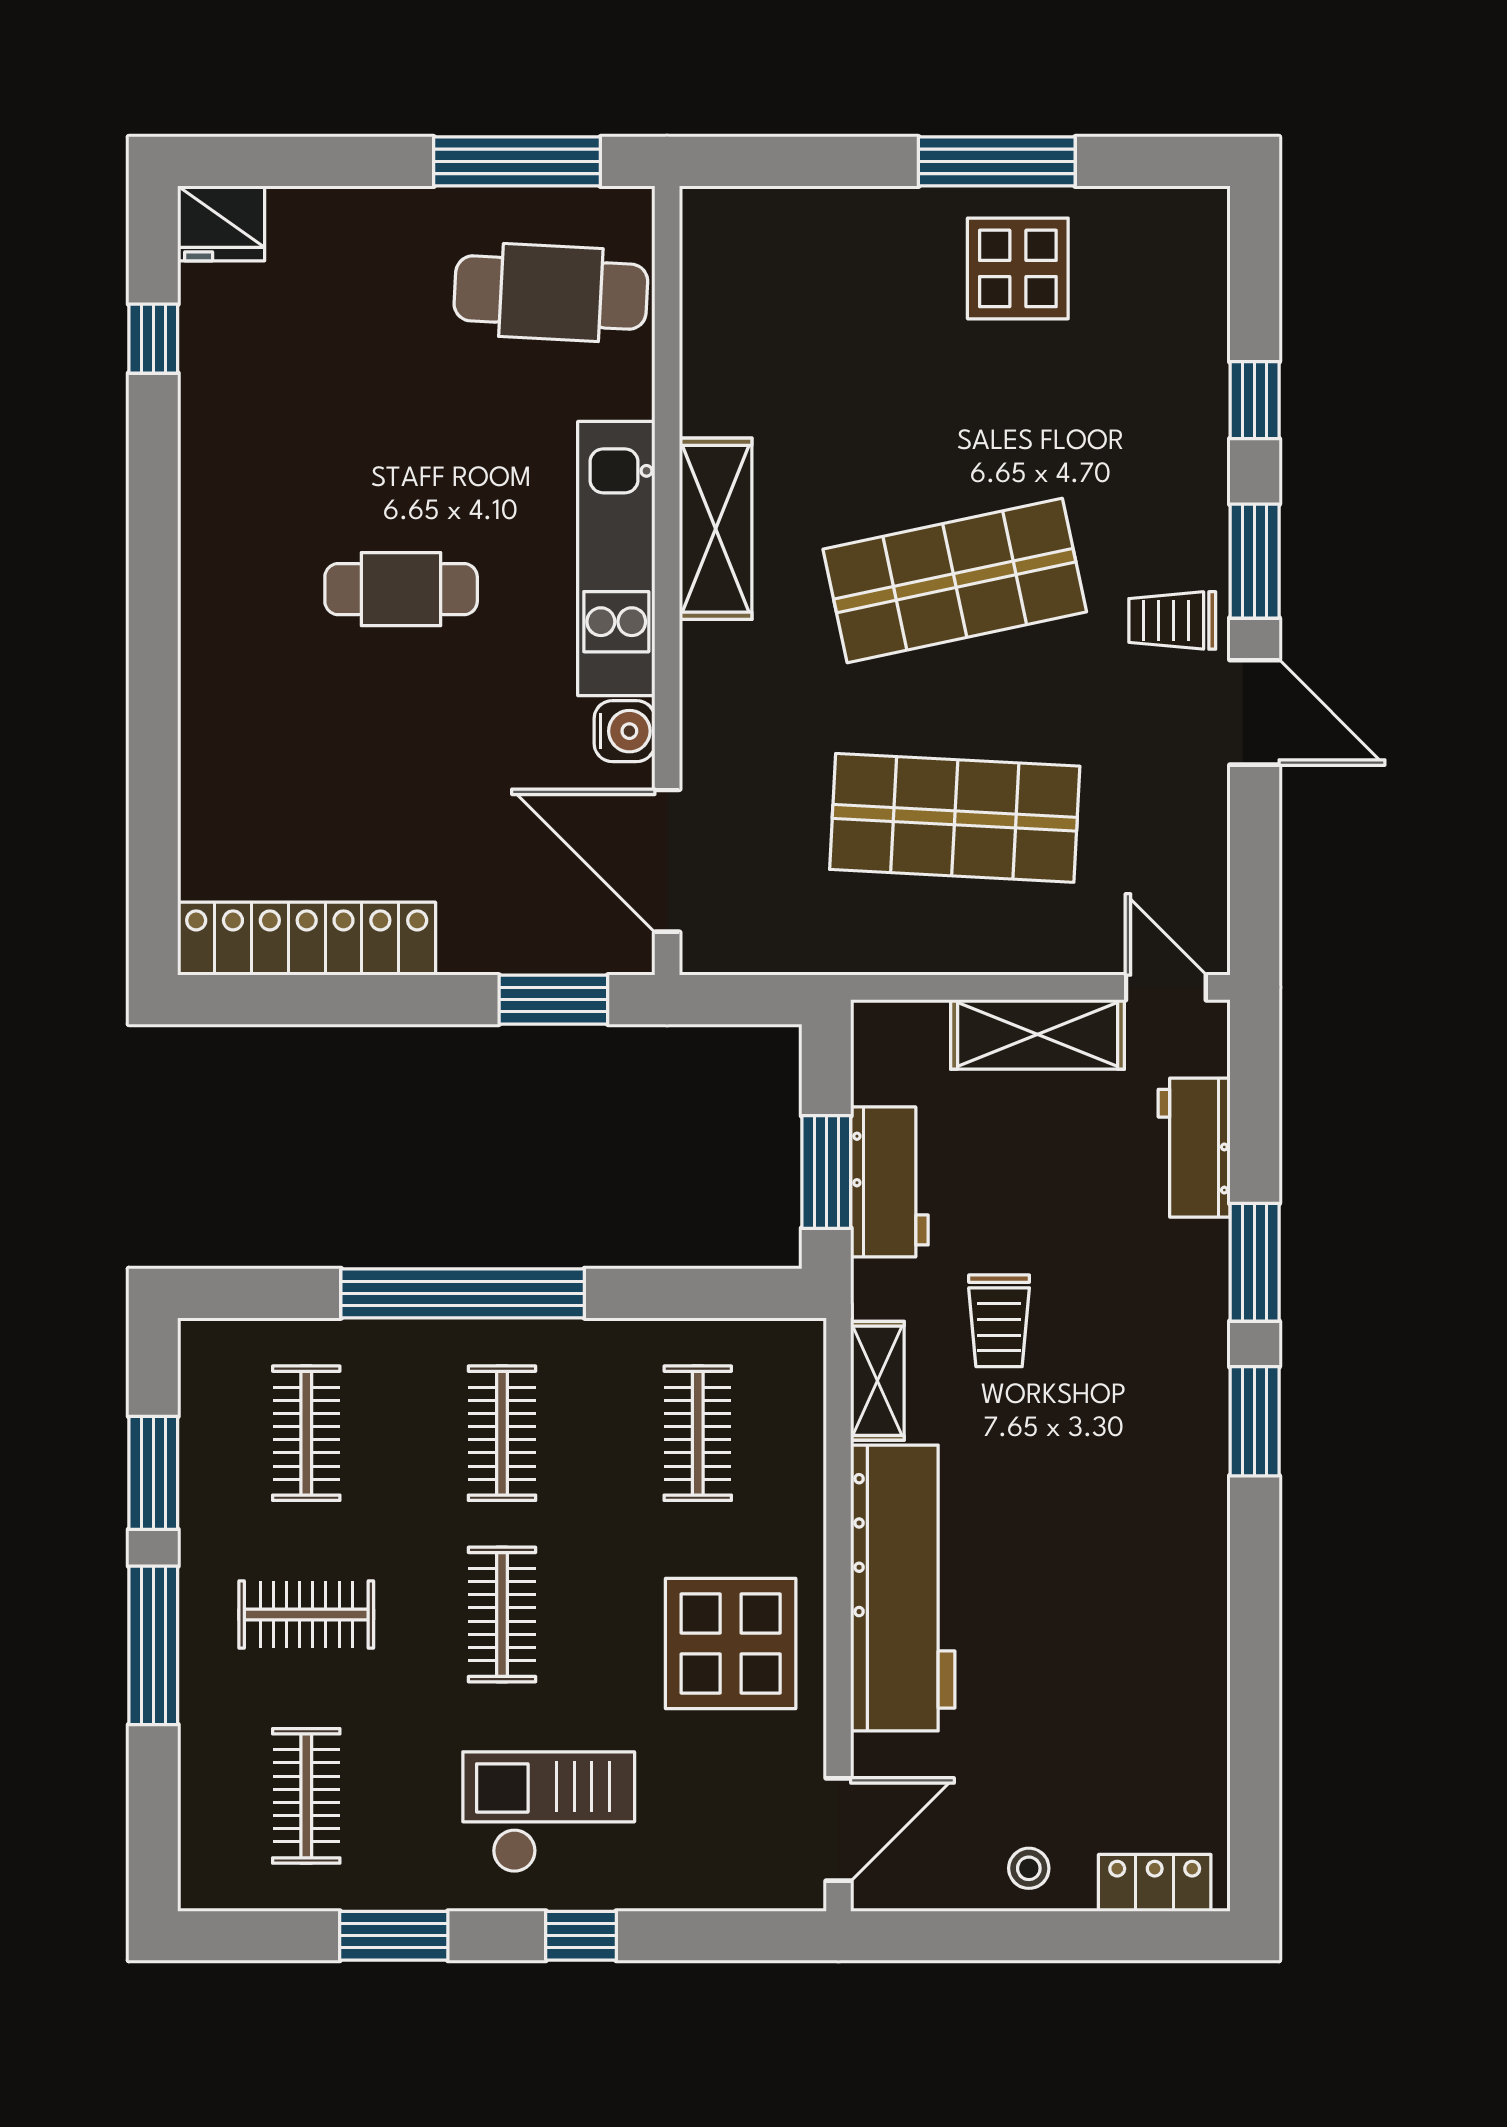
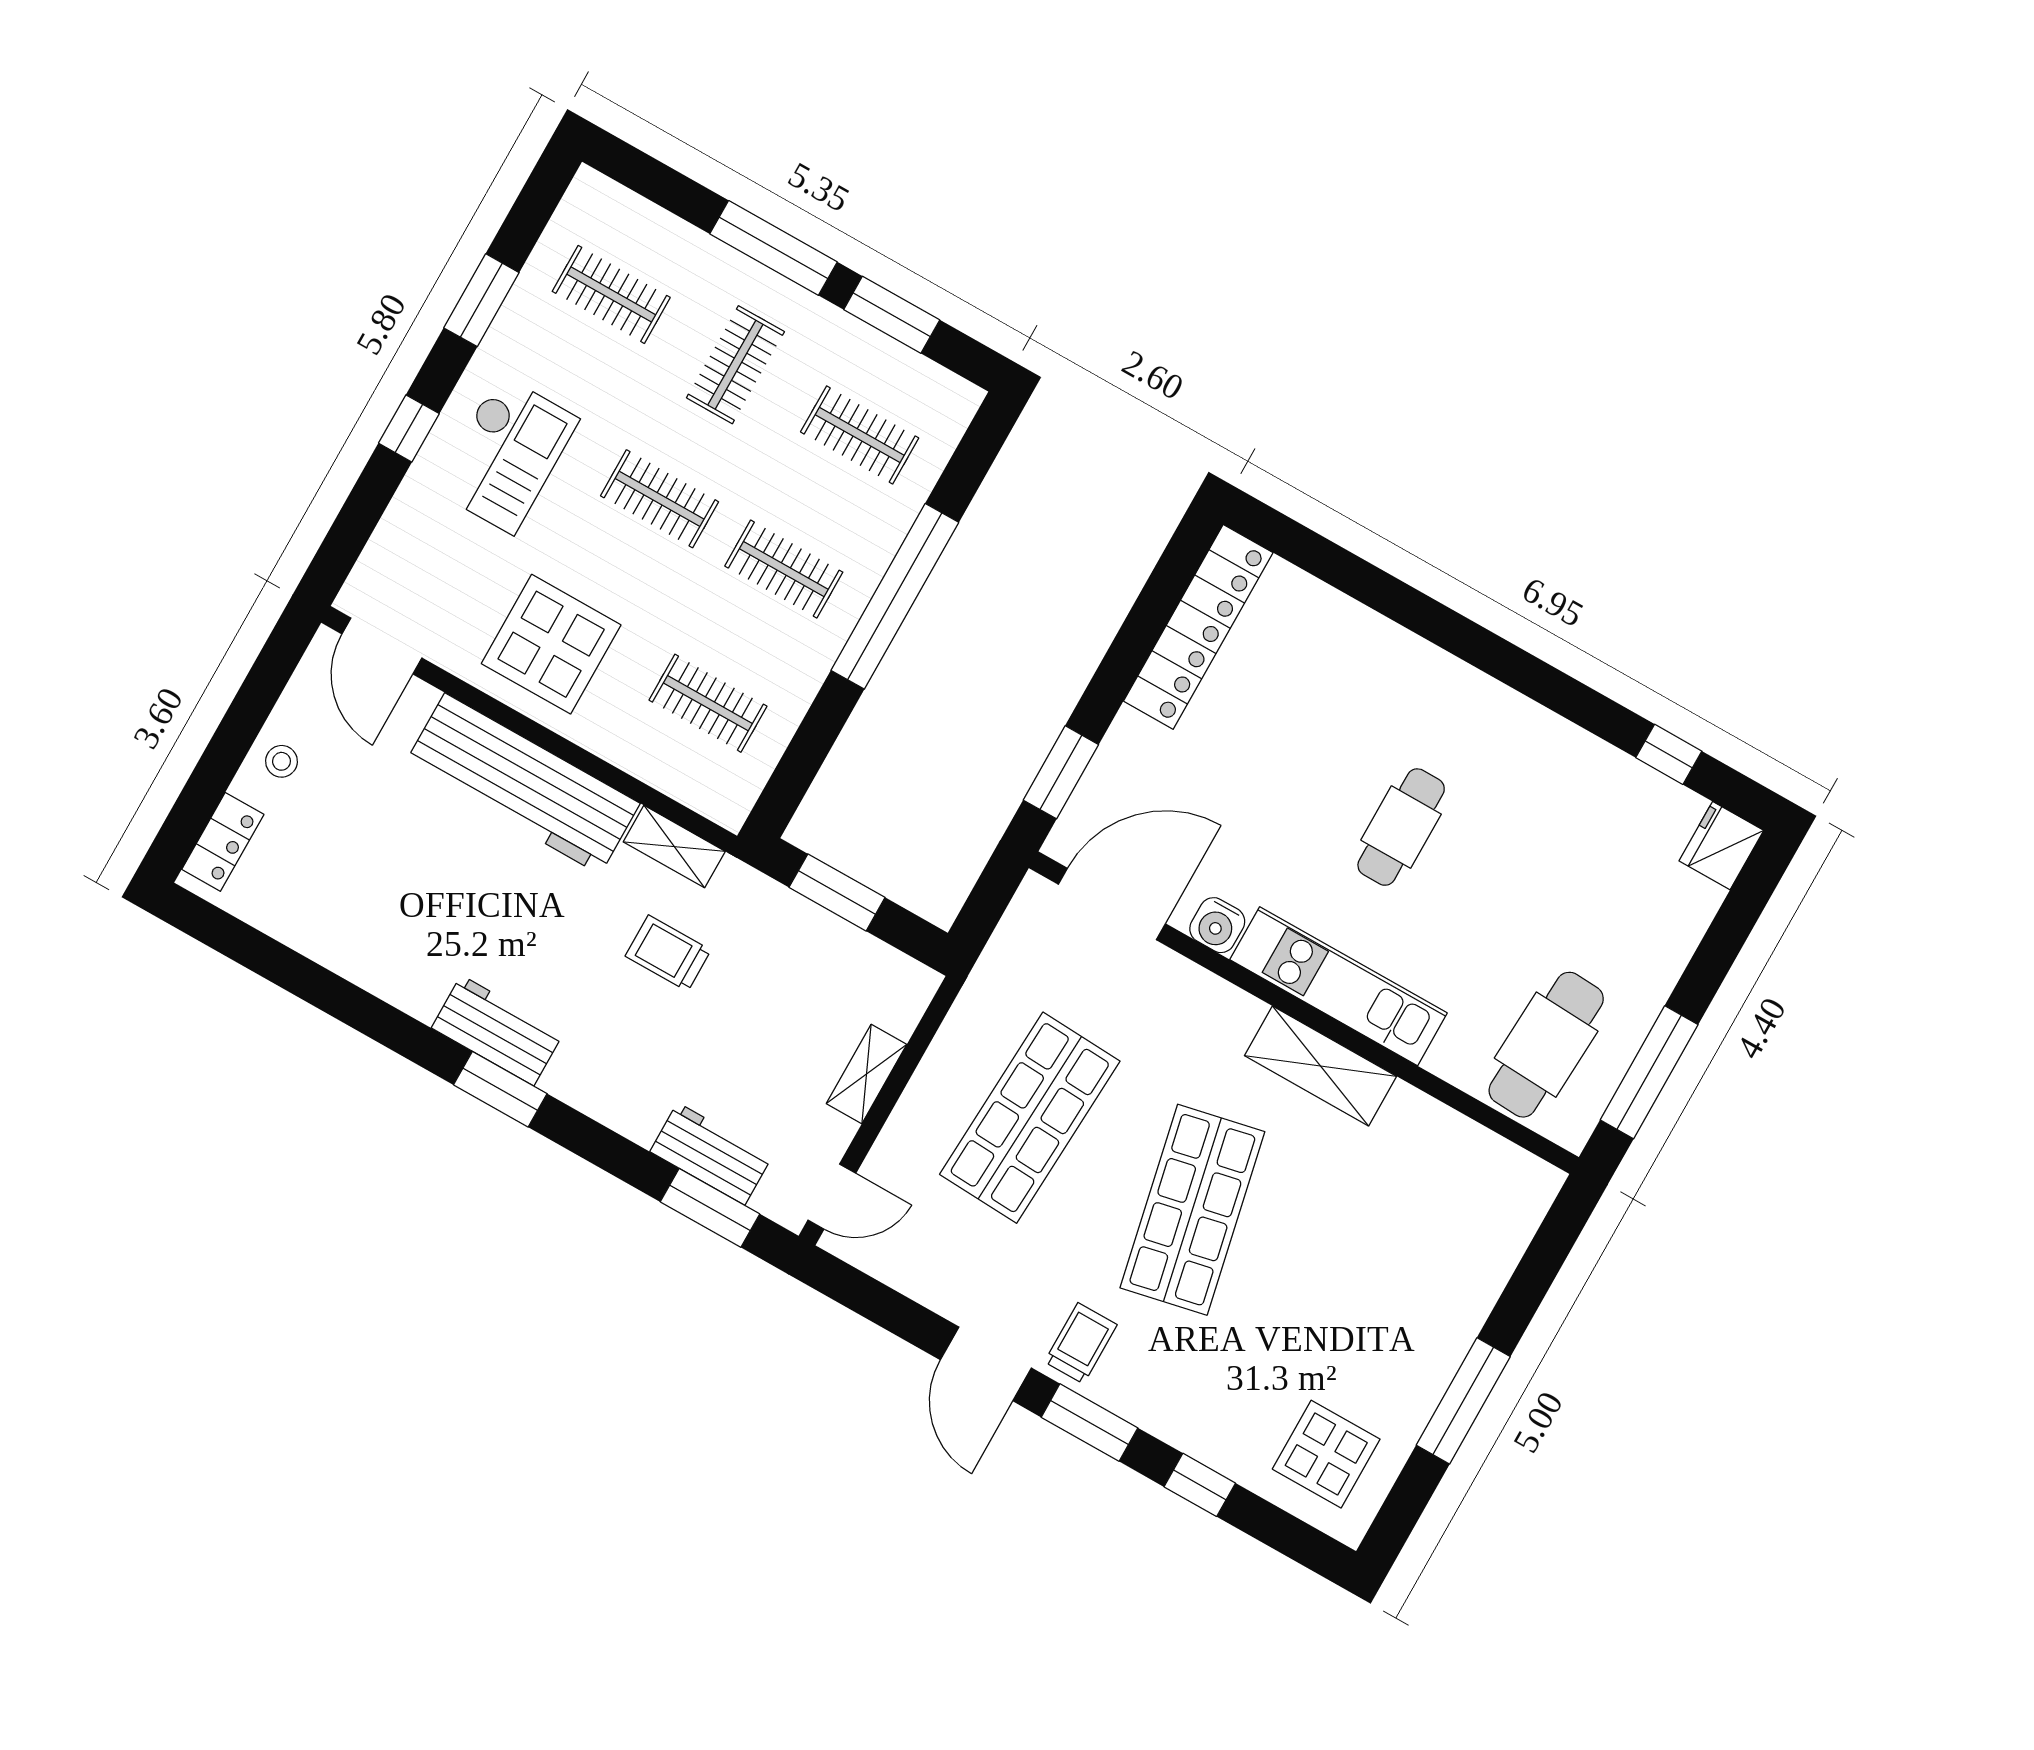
display table: (1018, 268) -> (1326, 1454), moved
door: (1255, 712) -> (986, 1364), hinge flipped
shelving: (1038, 1034) -> (867, 1074), width x0.67, depth x0.75
workbench: (889, 1182) -> (497, 1030), moved, turned 180
window: (1255, 1262) -> (710, 1208), moved

